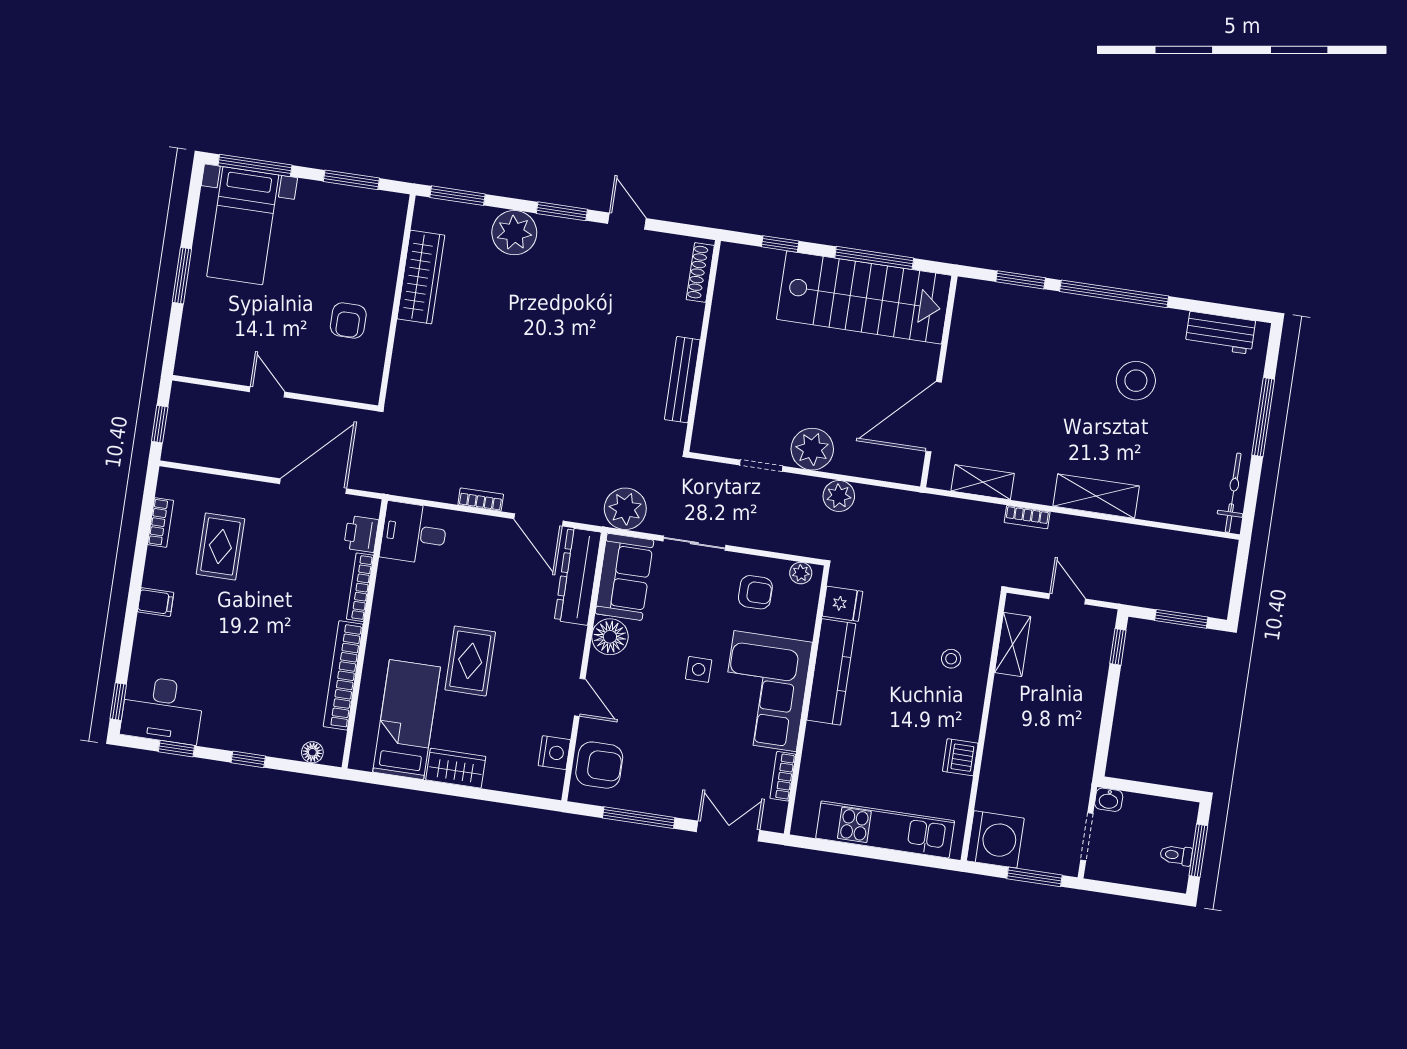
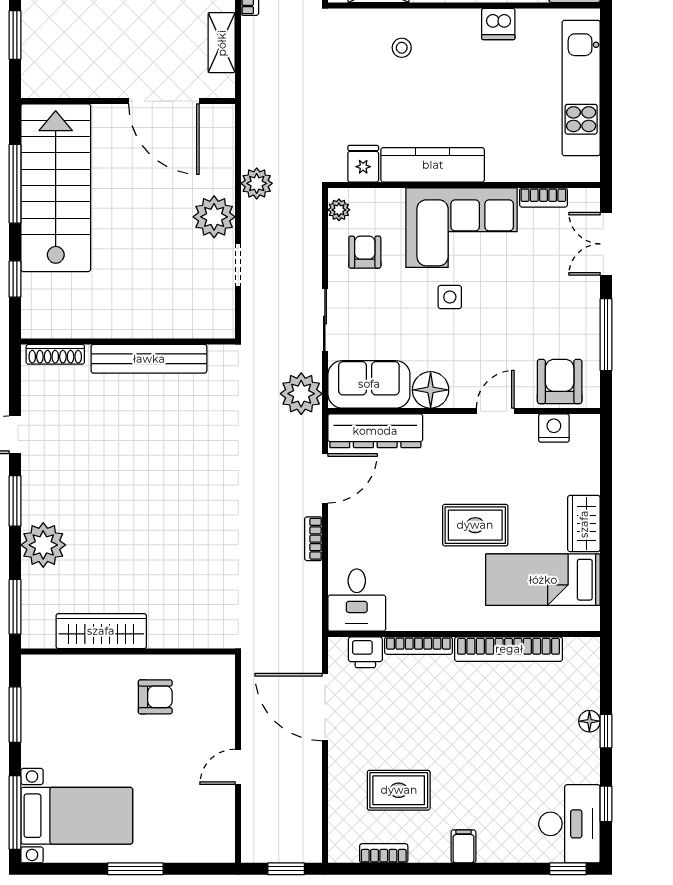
bench: (682, 380) -> (149, 359), width x1.37, depth x1.21
floor lamp: (312, 752) -> (589, 721), moved

